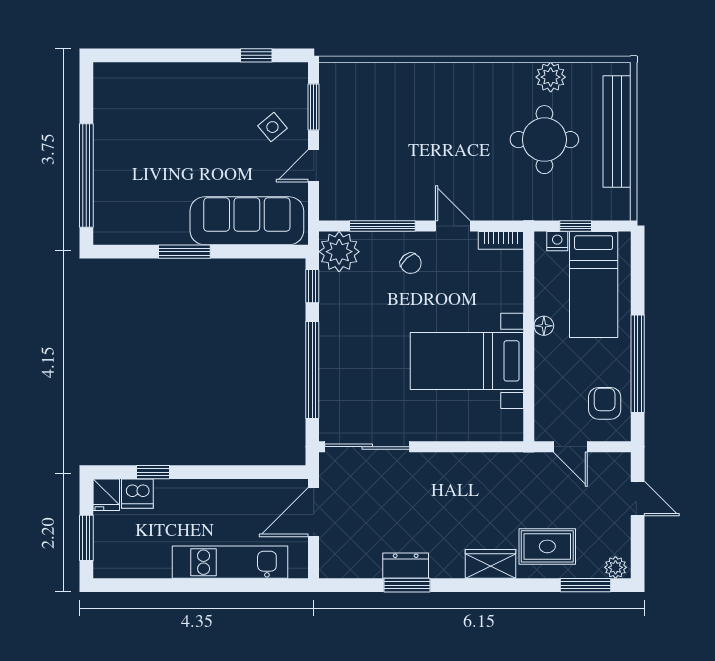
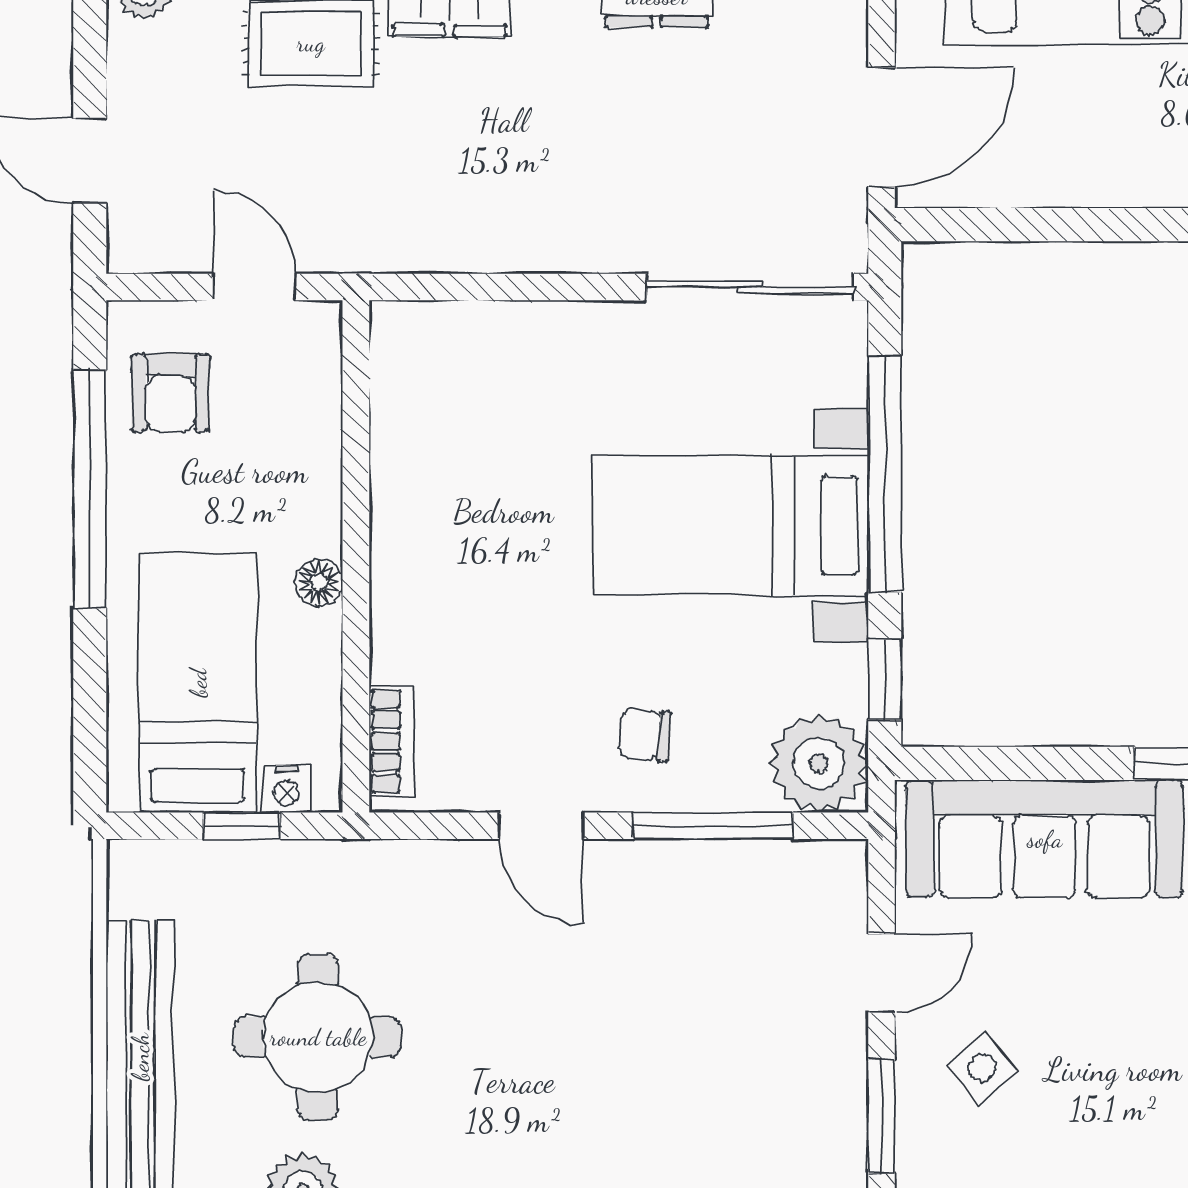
bookcase: (501, 240) -> (391, 741), moved, turned 90
chair: (411, 263) -> (644, 735), turned -43
bed with nightstands: (467, 361) -> (730, 525), moved, turned 180

